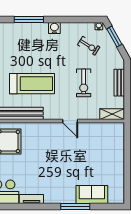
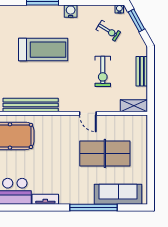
treadmill: (32, 84) -> (43, 50), moved
table tennis table: (86, 157) -> (105, 153), added
sofa: (92, 195) -> (118, 194), width x1.36
window: (75, 206) -> (93, 207), width x1.46

